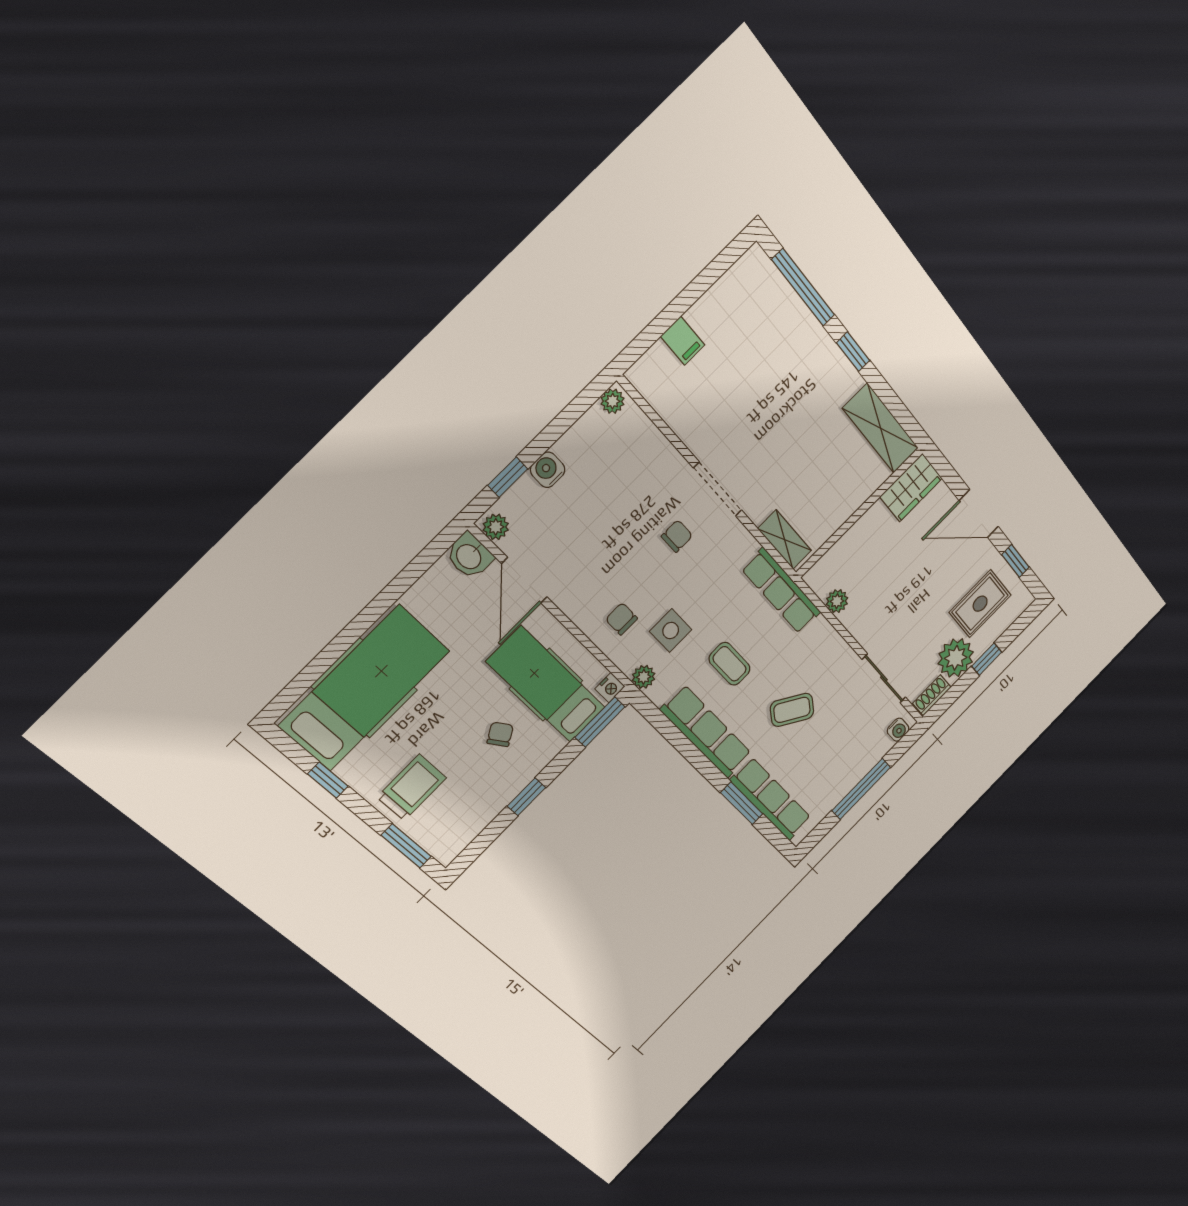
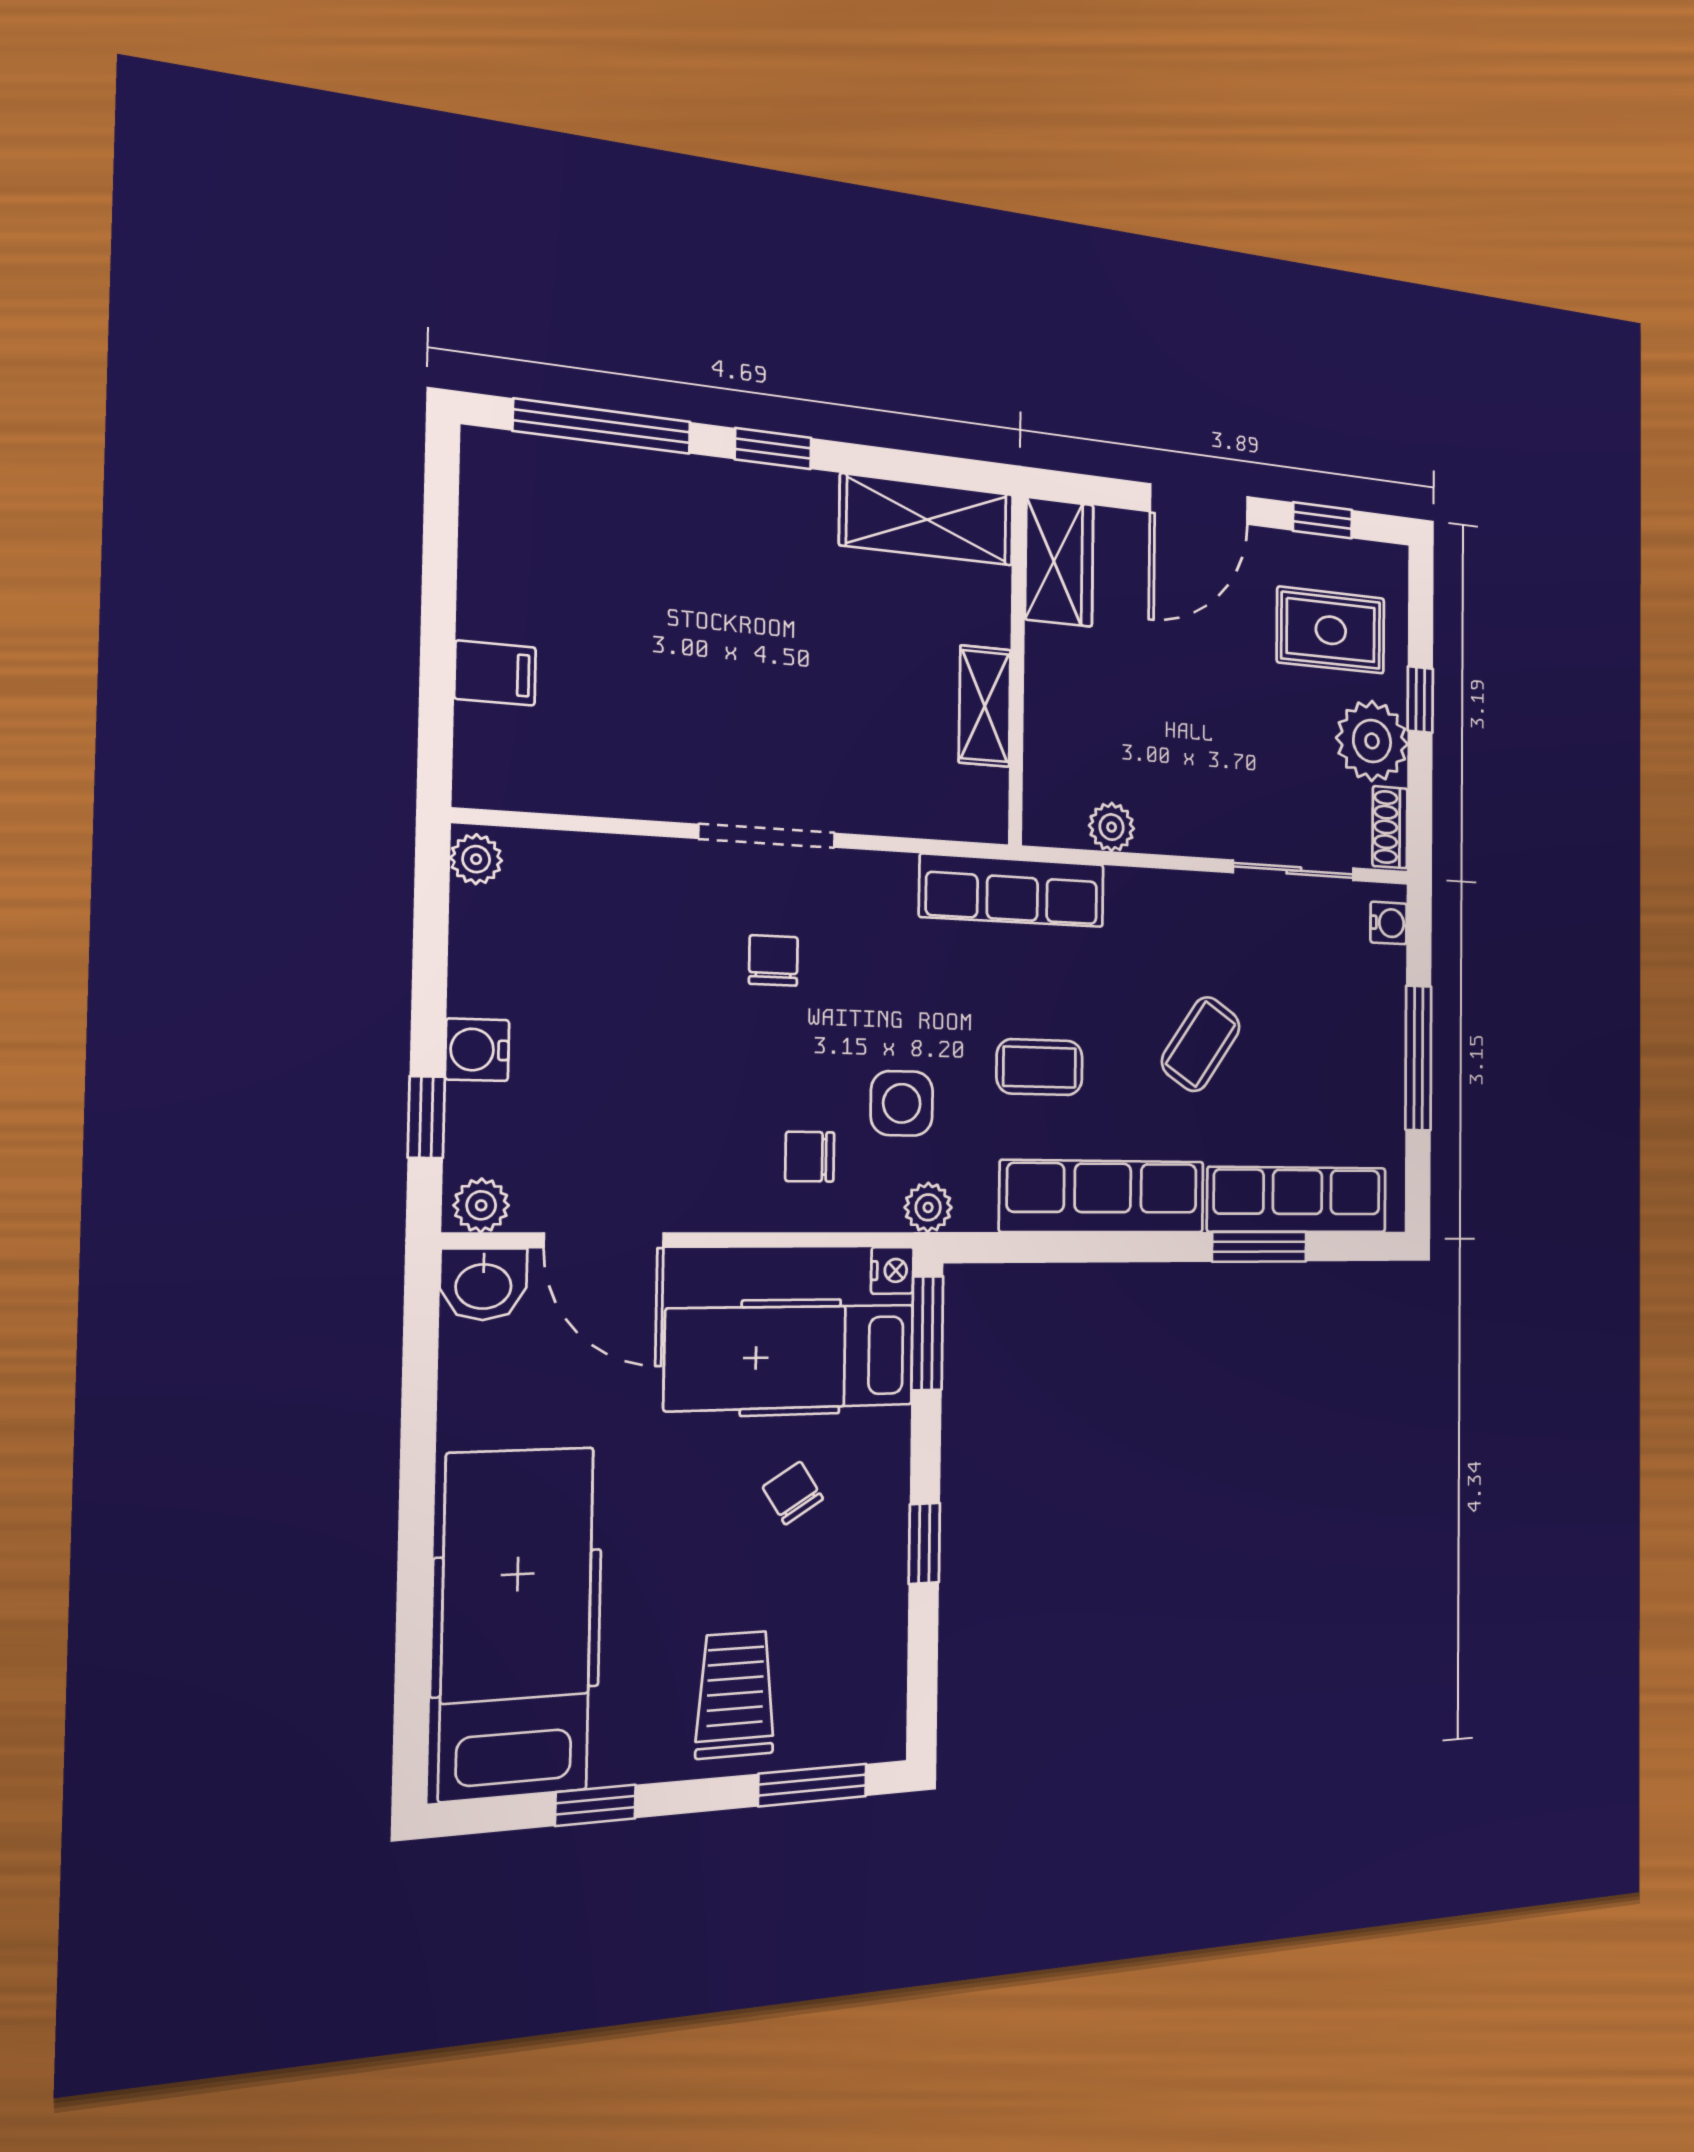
shelving: (785, 540) -> (985, 706), moved, turned 90
rug: (980, 604) -> (1331, 630), turned 90

